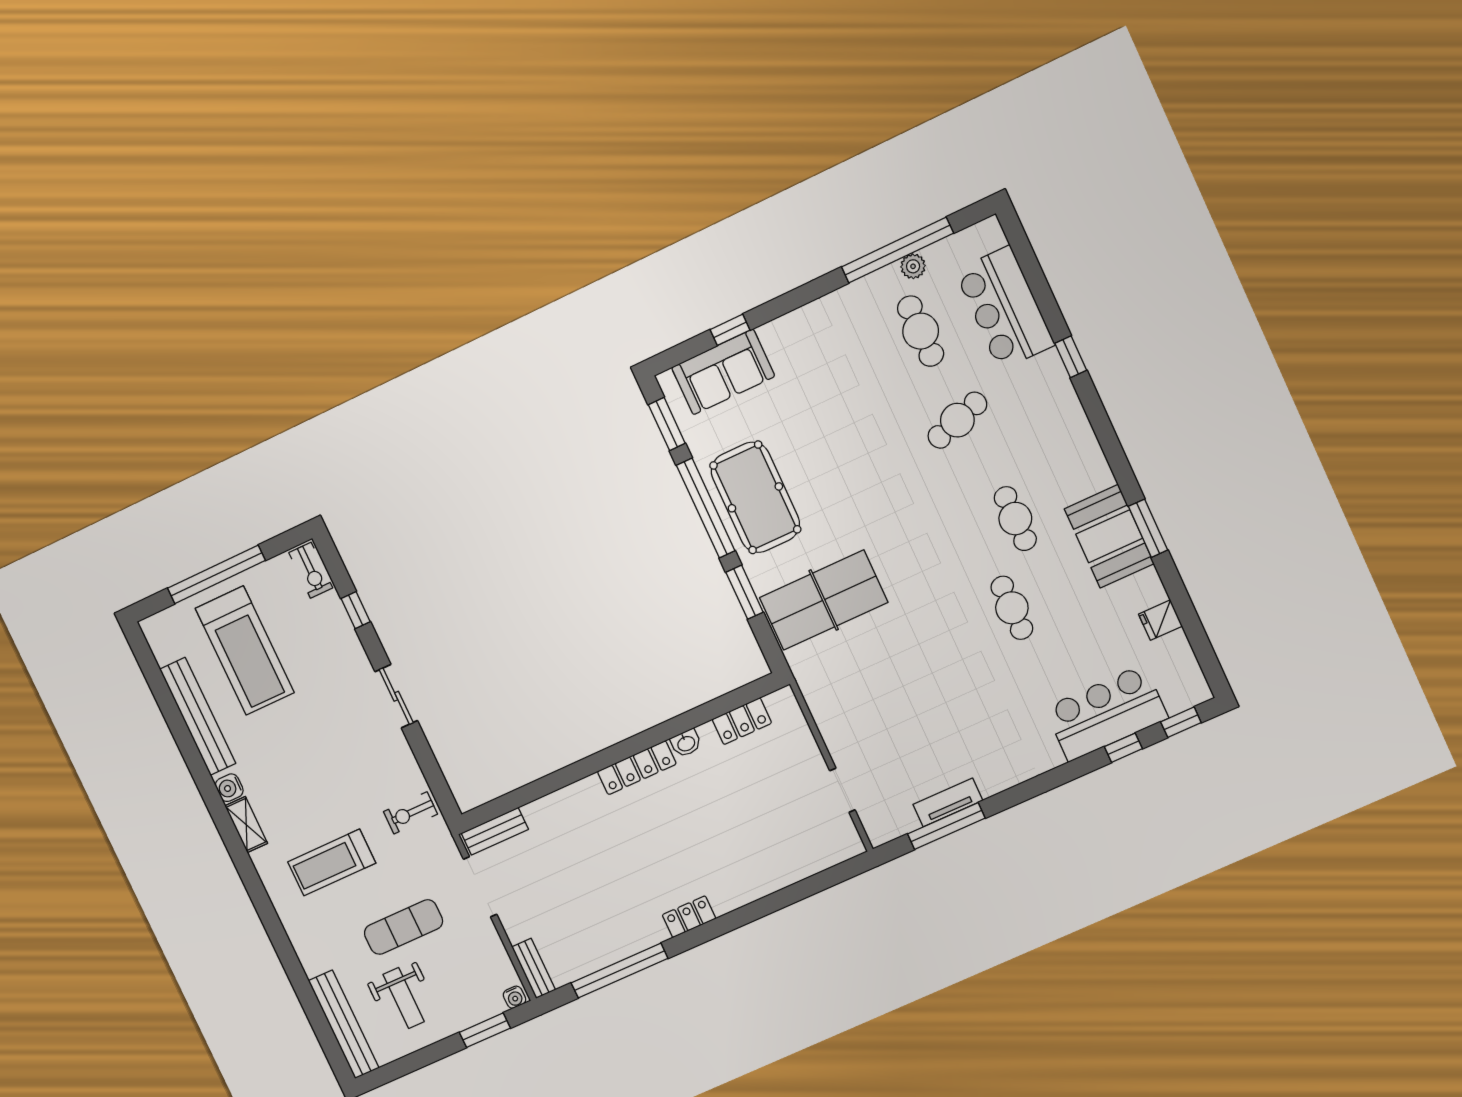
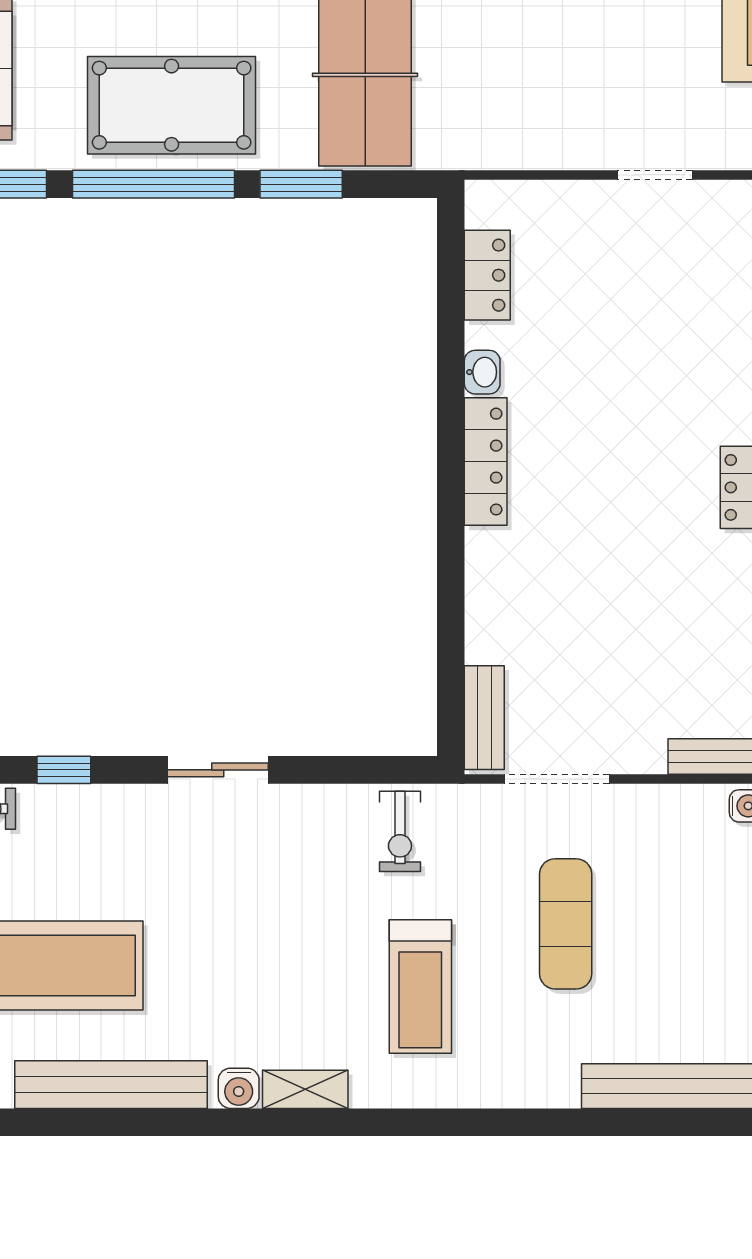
weight bench: (404, 998) -> (672, 975), removed

